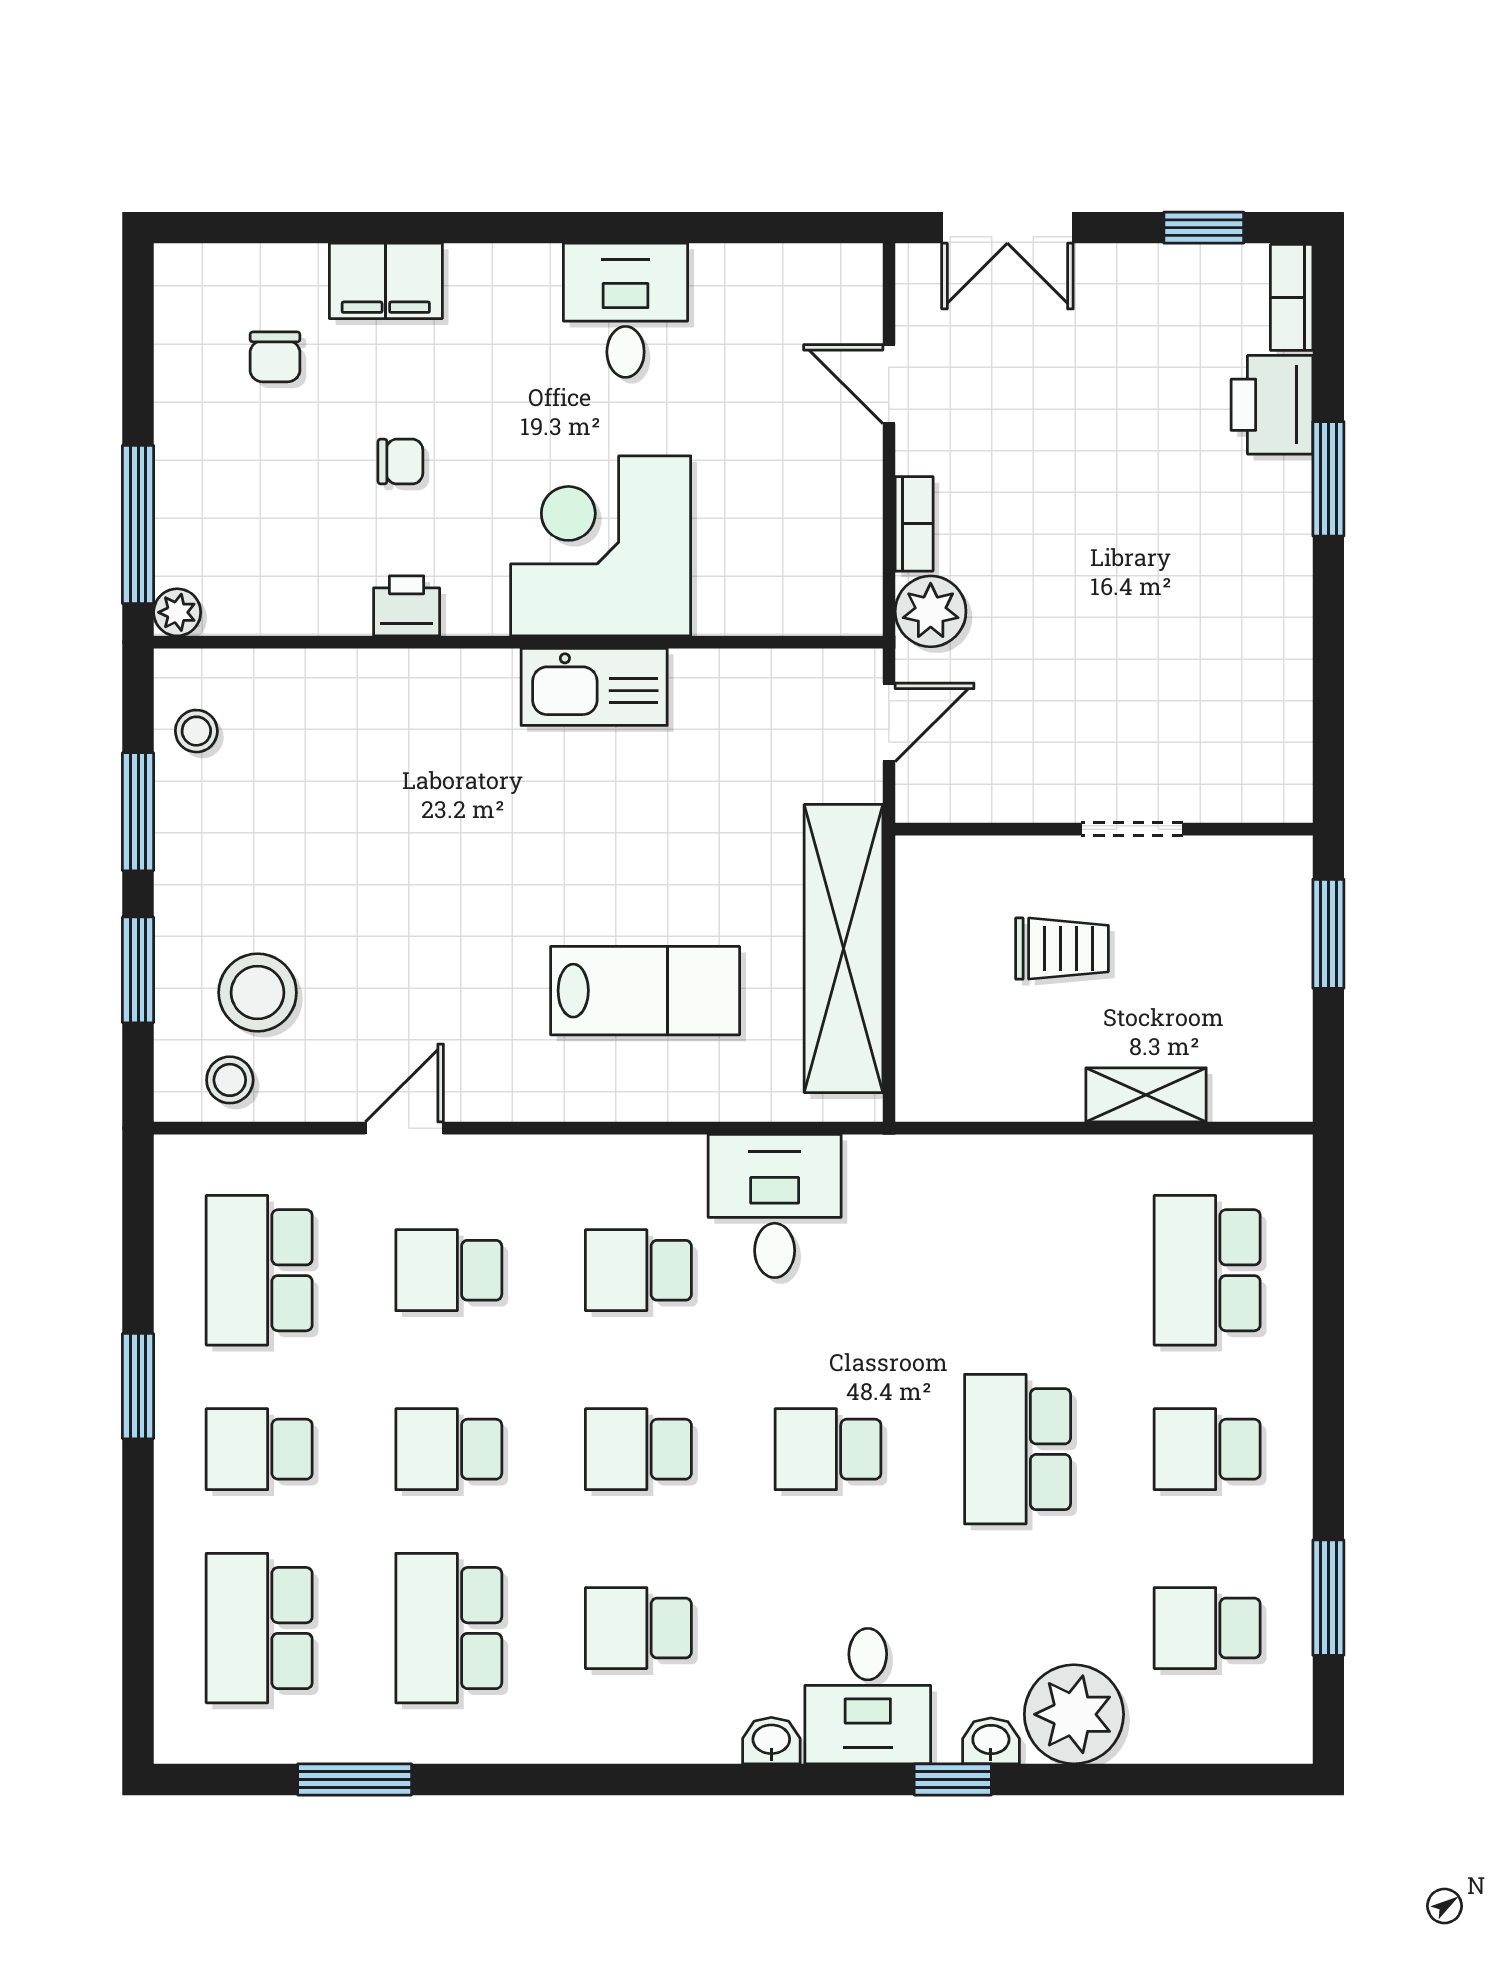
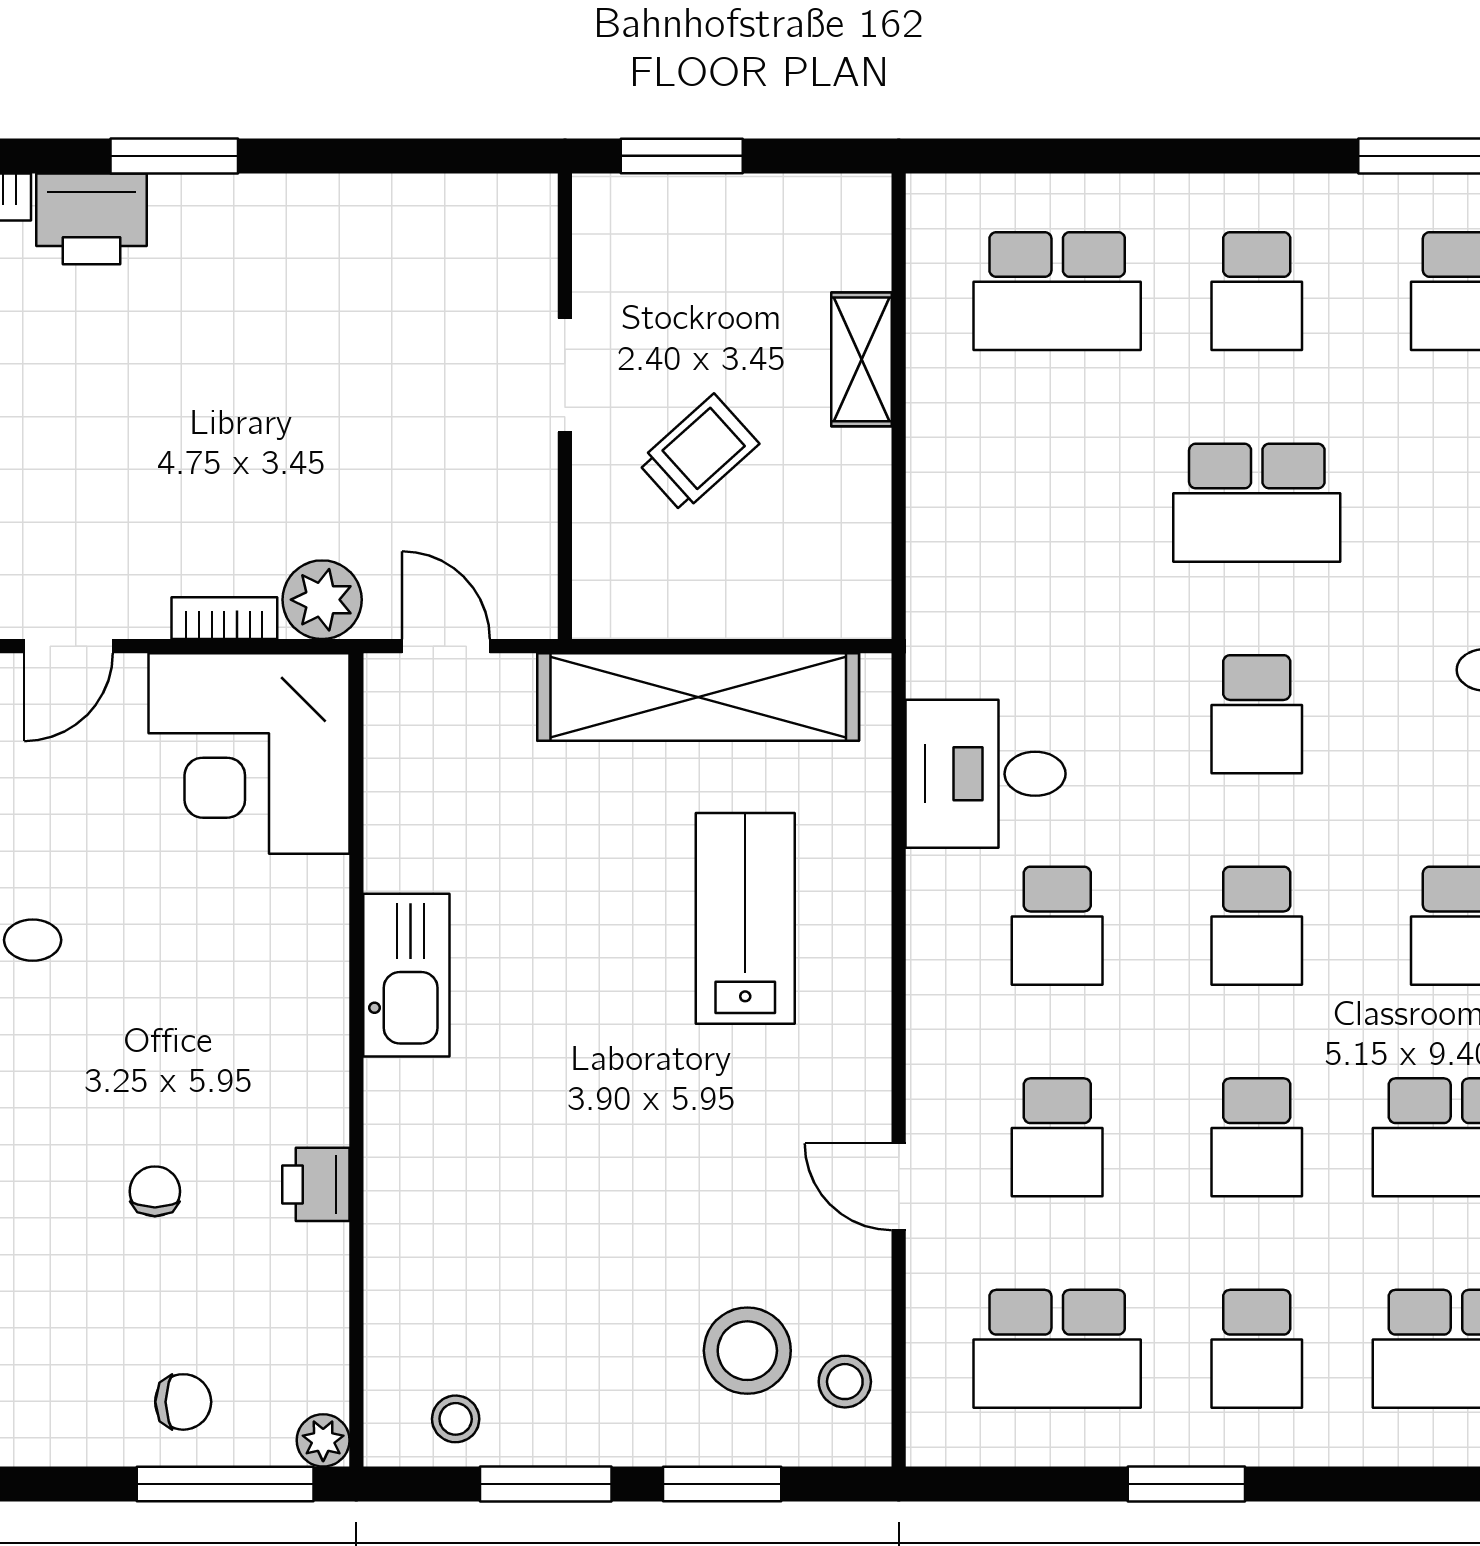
chair: (275, 357) -> (183, 1402), moved
corner desk: (601, 546) -> (249, 754), moved
trolley: (1062, 949) -> (698, 453), turned 48

